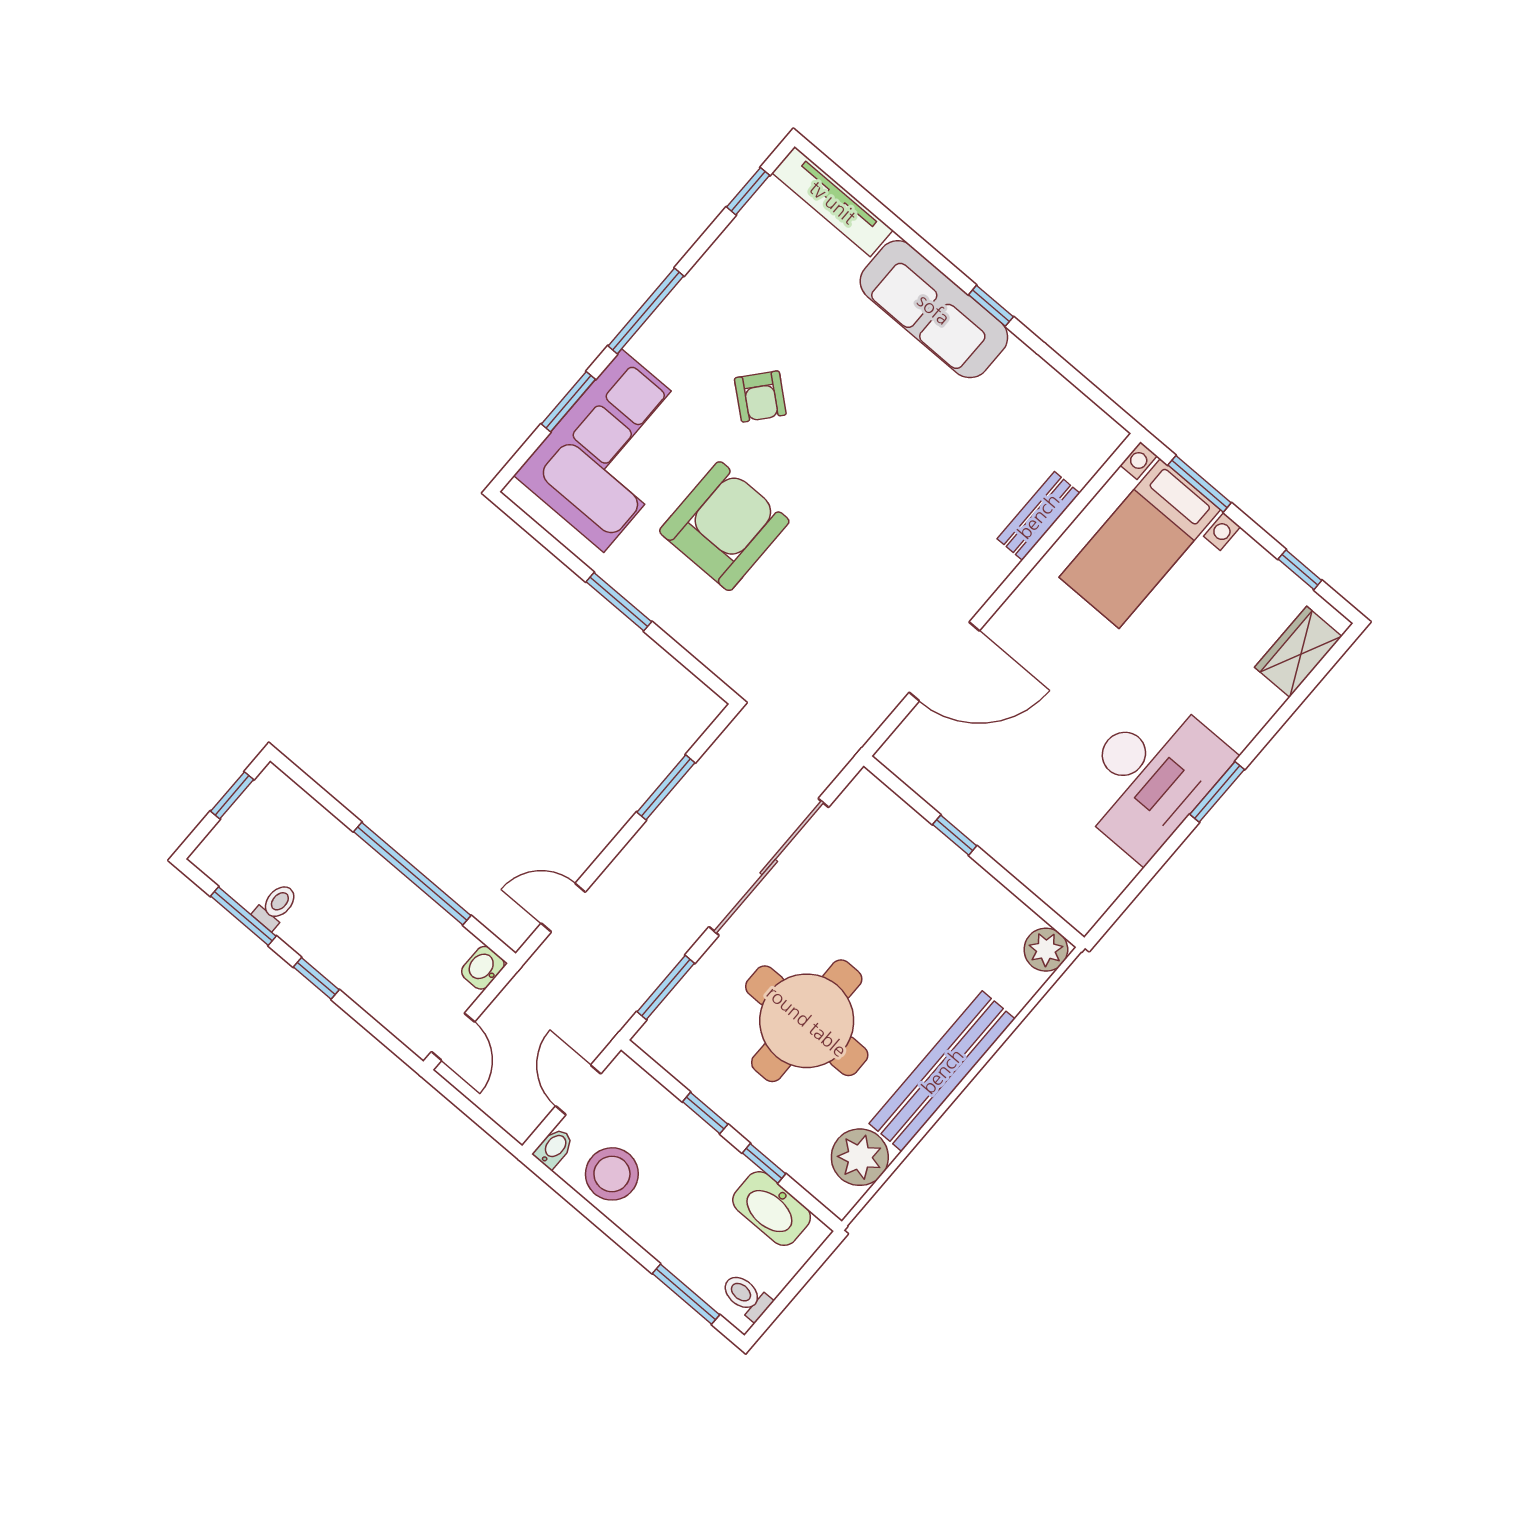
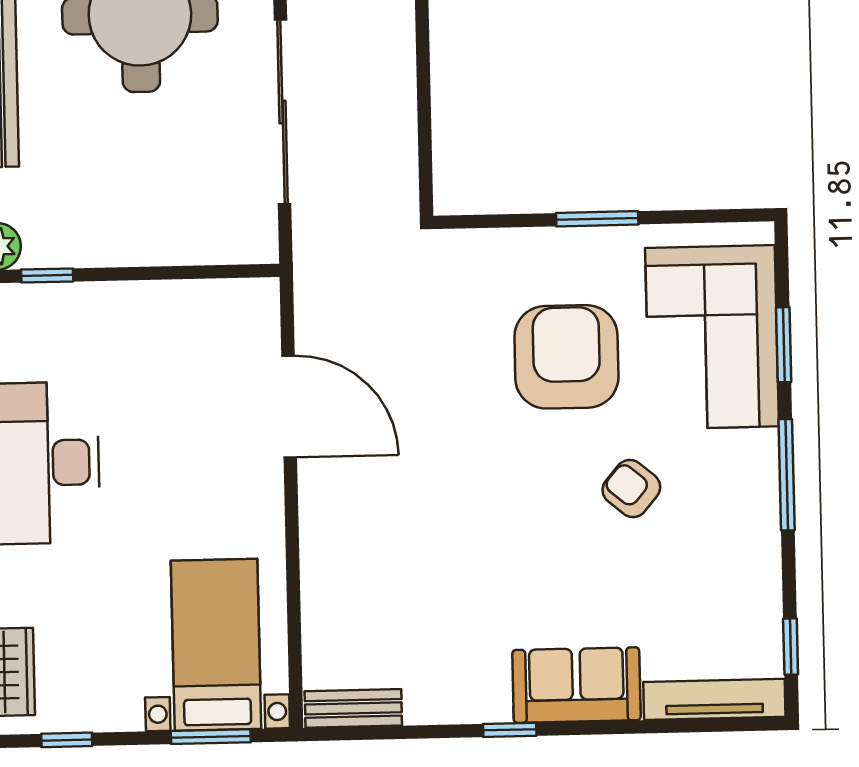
sofa: (934, 309) -> (576, 685), width x0.73
bench: (1038, 516) -> (353, 708), moved, turned 90
armchair: (724, 526) -> (566, 357), turned 180
door: (944, 662) -> (289, 407), swing flipped
window: (666, 787) -> (424, 102), removed
window: (955, 835) -> (47, 276), moved

